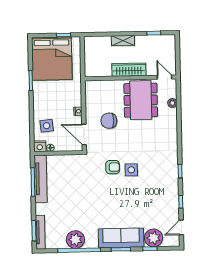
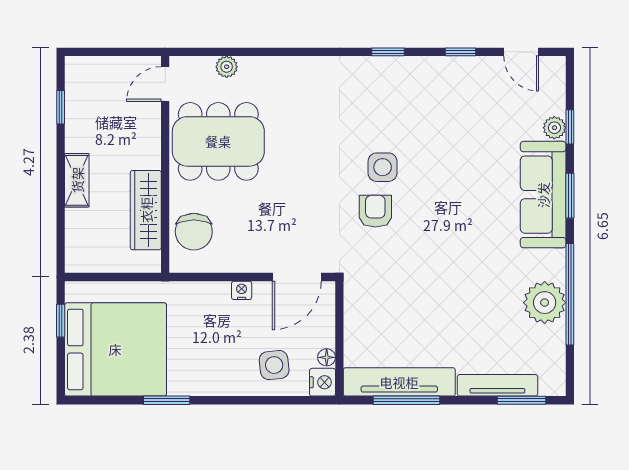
wardrobe: (129, 70) -> (146, 210), moved
chair: (109, 121) -> (194, 232), moved
tv unit: (40, 232) -> (497, 385), moved
plant: (154, 238) -> (554, 128), width x0.53, depth x0.53

